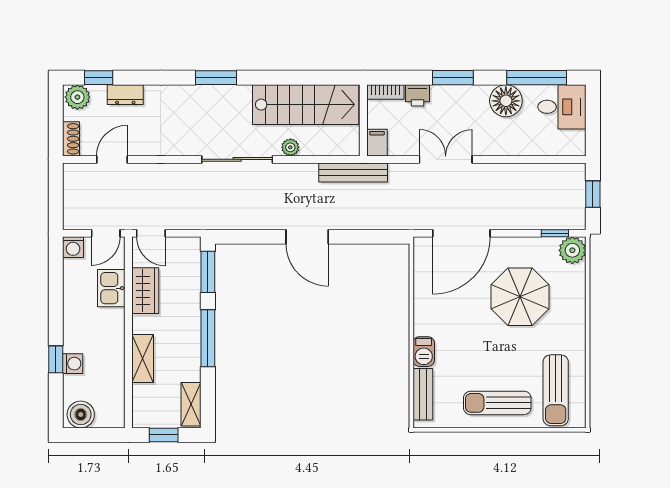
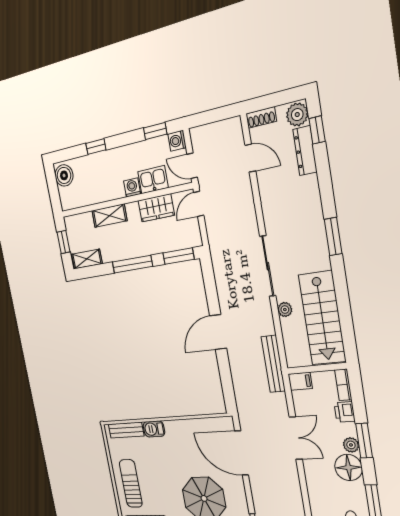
plant: (457, 94) -> (351, 445), added
dresser: (125, 95) -> (305, 151), width x1.44
floor lamp: (506, 101) -> (348, 467), moved
window: (56, 273) -> (155, 131), added
washing machine: (73, 364) -> (132, 188), moved, turned 180

